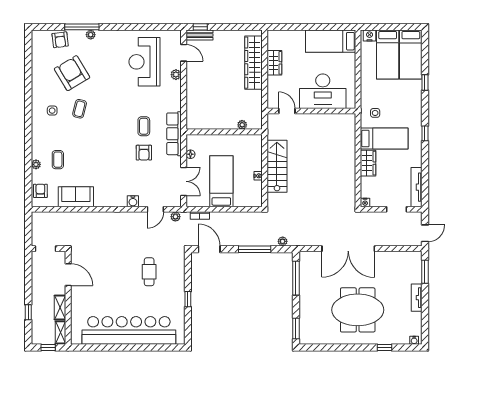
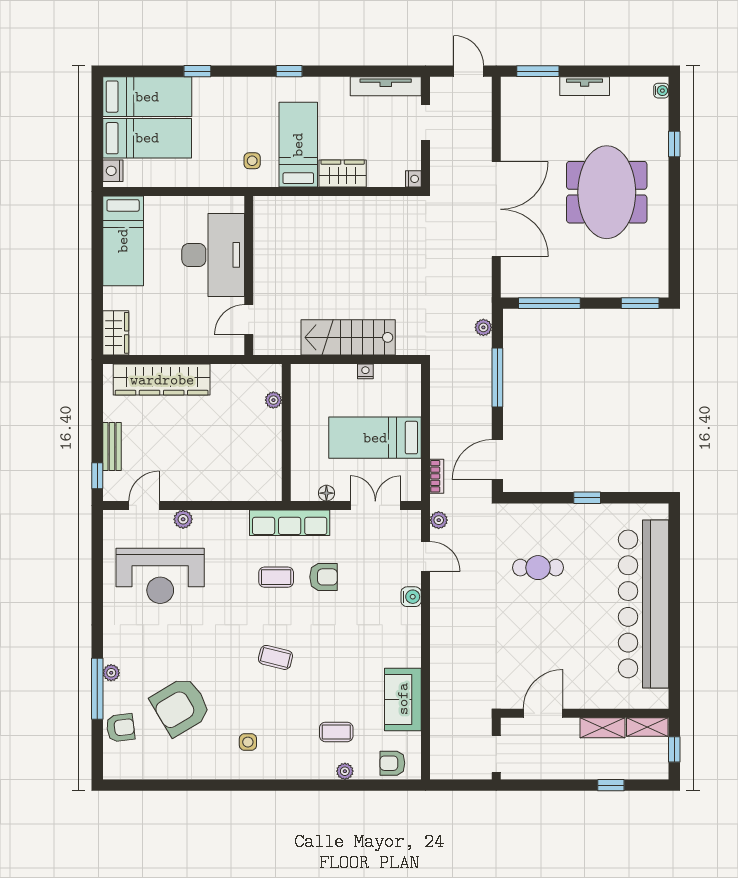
bench: (199, 35) -> (112, 446), moved
wardrobe: (274, 63) -> (116, 333), moved, turned 90
coffee table: (80, 109) -> (275, 657), moved

